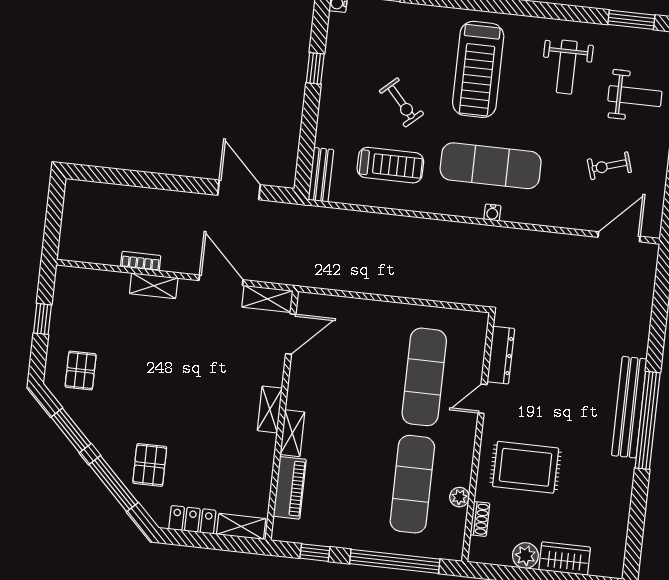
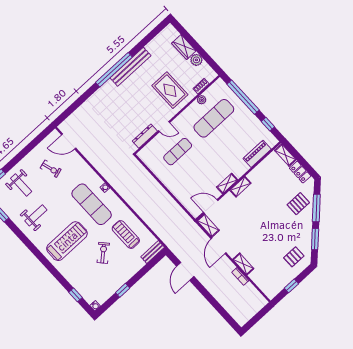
weight bench: (635, 96) -> (21, 185), turned 180
exercise mat: (424, 377) -> (178, 152), width x0.73, depth x0.69
bench: (629, 407) -> (130, 67), moved
shelving: (292, 433) -> (227, 183), moved

